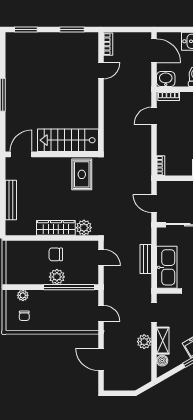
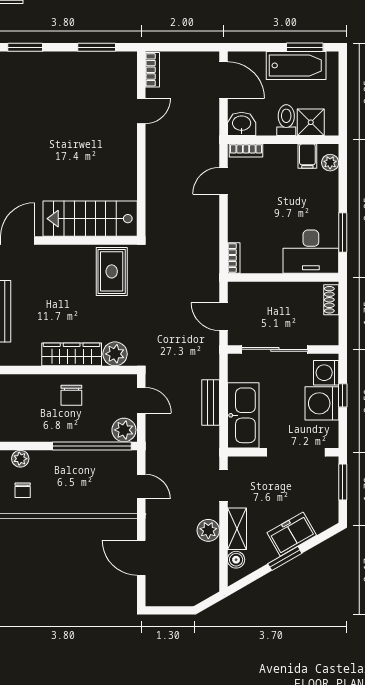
chair: (56, 254) -> (71, 395), turned -90
plant: (57, 277) -> (124, 430), moved

